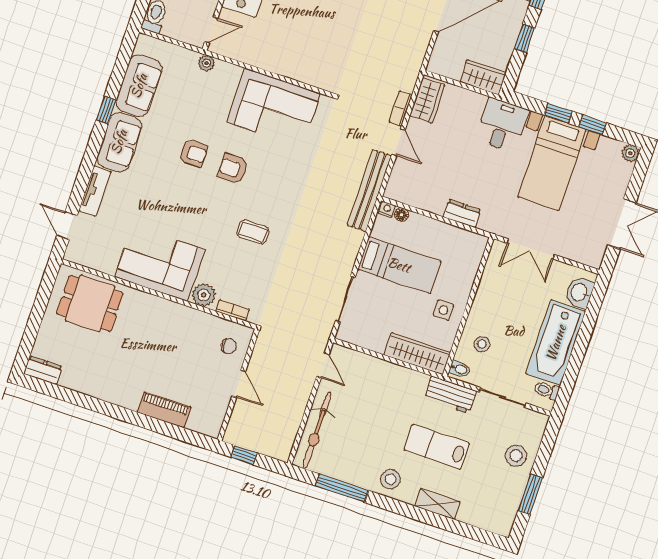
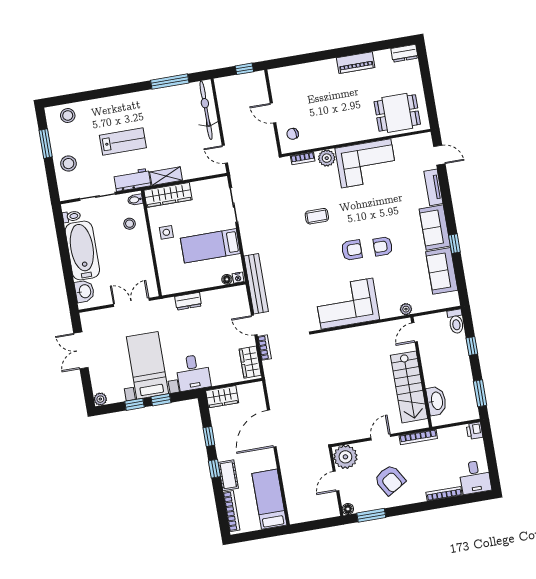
piano: (164, 410) -> (356, 63), moved
stool: (391, 479) -> (68, 116), moved
shelving: (437, 504) -> (166, 176), moved

